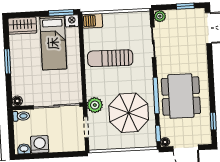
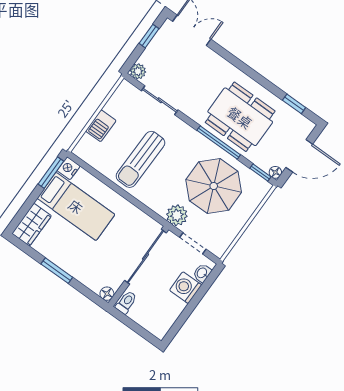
barbecue: (92, 21) -> (101, 126), moved
washing machine: (40, 144) -> (186, 288), moved
washbasin: (24, 149) -> (202, 273), moved

